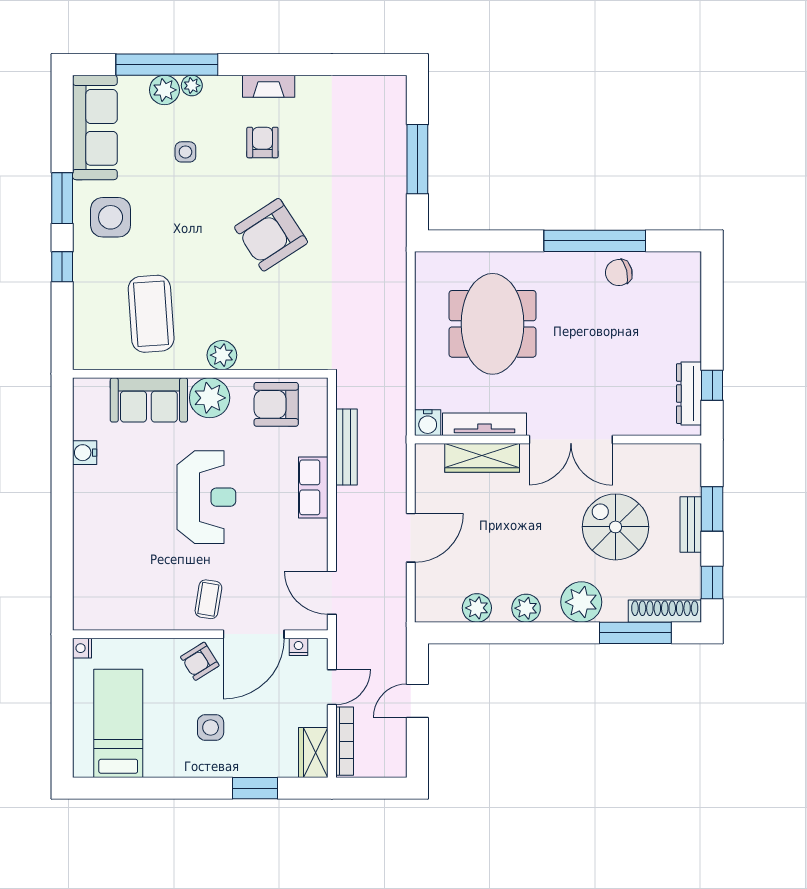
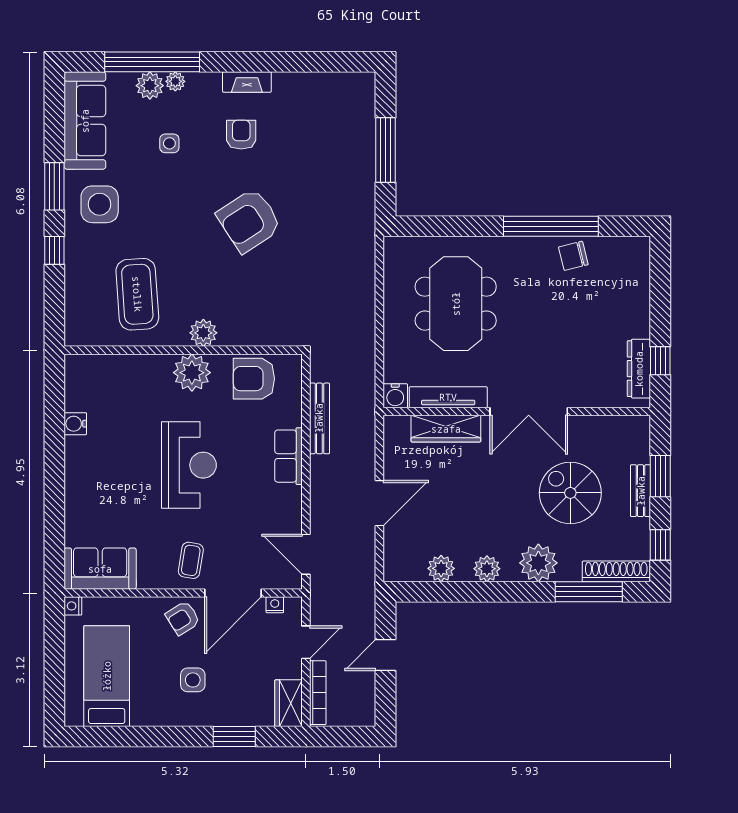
sofa: (149, 400) -> (100, 569), moved, turned 180

